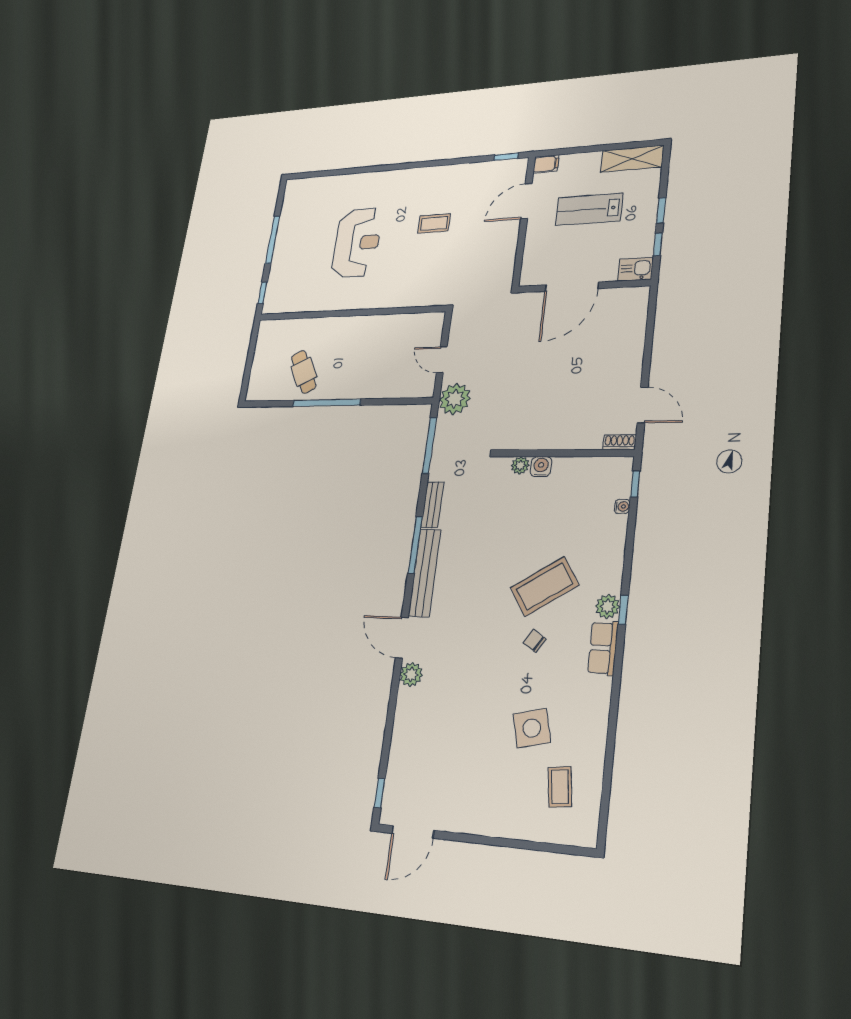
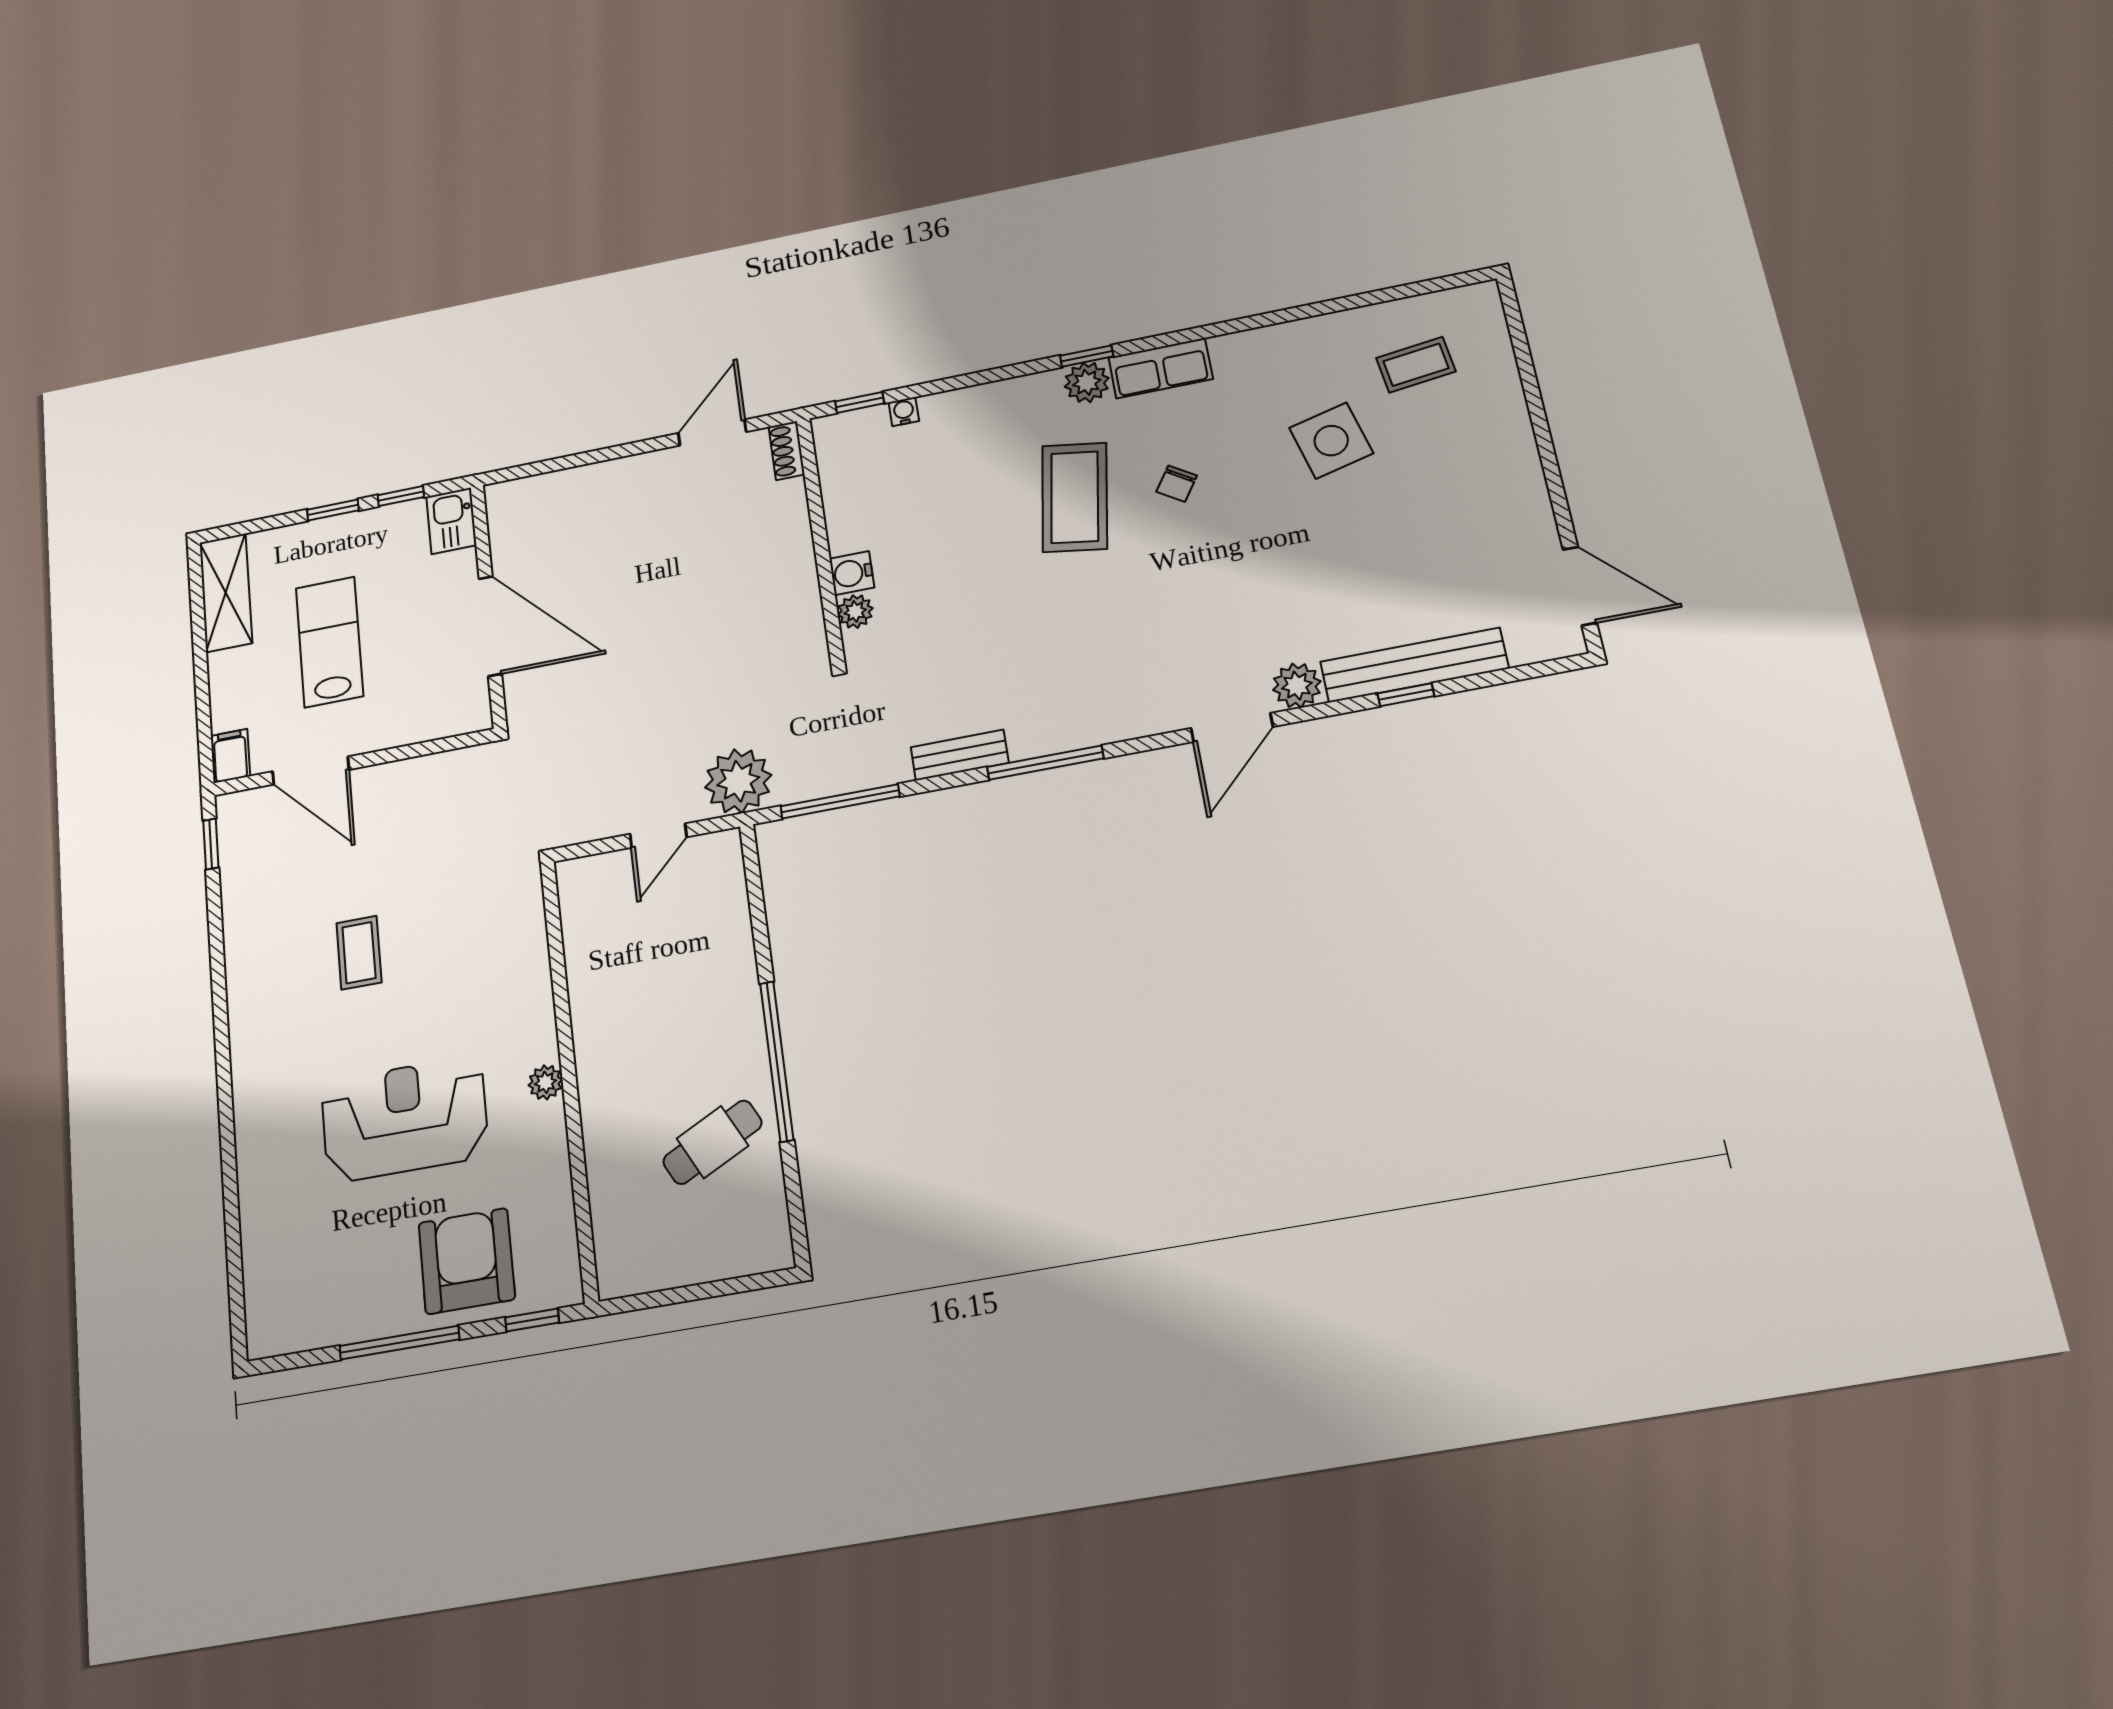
lab bench: (589, 209) -> (329, 642), turned 180
armchair: (293, 267) -> (467, 1261), added
plant: (352, 303) -> (545, 1082), added
bench: (425, 573) -> (1414, 665), moved
coffee table: (545, 586) -> (1075, 497), turned 42
window: (380, 793) -> (1406, 695), moved

